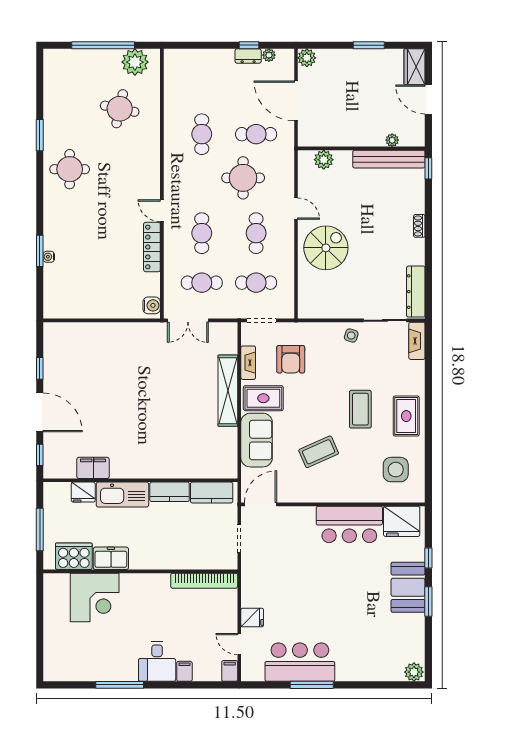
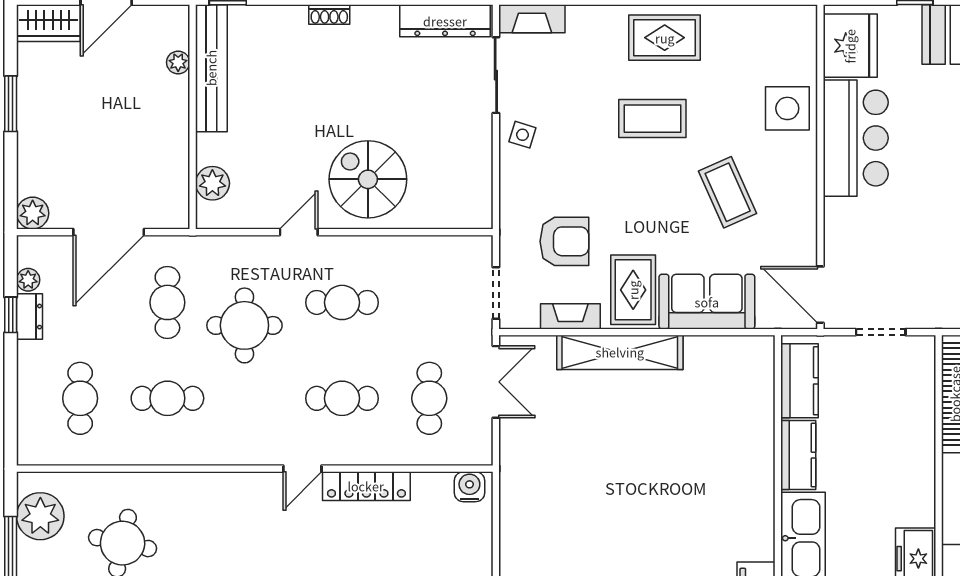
cafe table: (256, 283) -> (80, 398), moved
double door: (188, 320) -> (496, 382), moved
side table: (396, 470) -> (787, 108), moved

